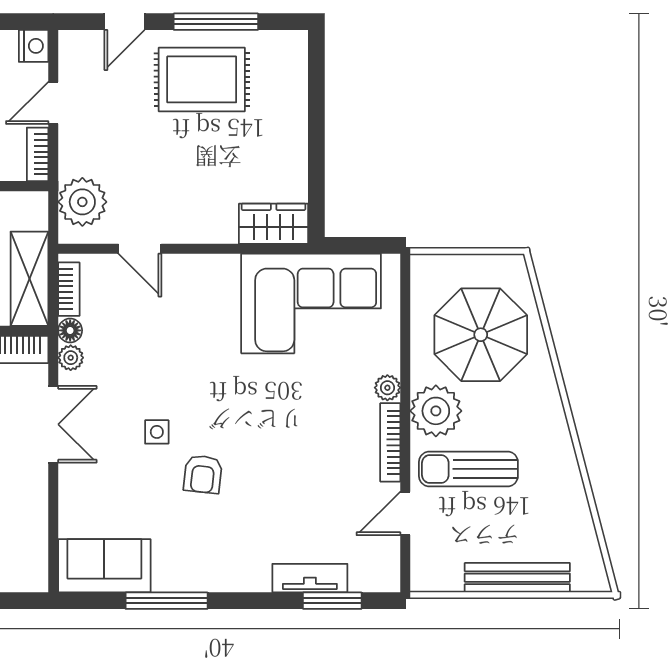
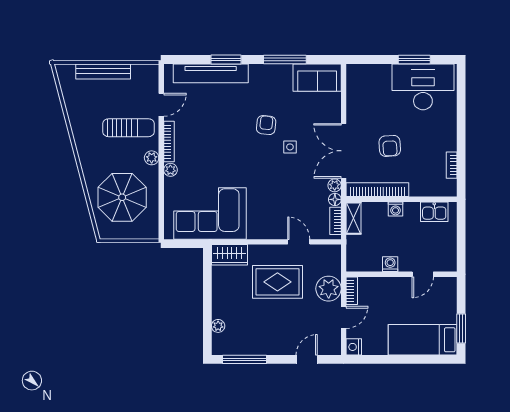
window: (216, 22) -> (244, 359), moved
rug: (202, 79) -> (277, 282), moved
plant: (295, 86) -> (218, 326), added
plant: (82, 202) -> (329, 289), moved
shelving: (29, 279) -> (354, 218), width x0.67, depth x0.75
plant: (436, 411) -> (152, 158), width x0.53, depth x0.53
double door: (53, 424) -> (344, 151), width x1.37
tv unit: (310, 578) -> (211, 73), width x1.92, depth x1.29
window: (332, 601) -> (226, 59), moved

